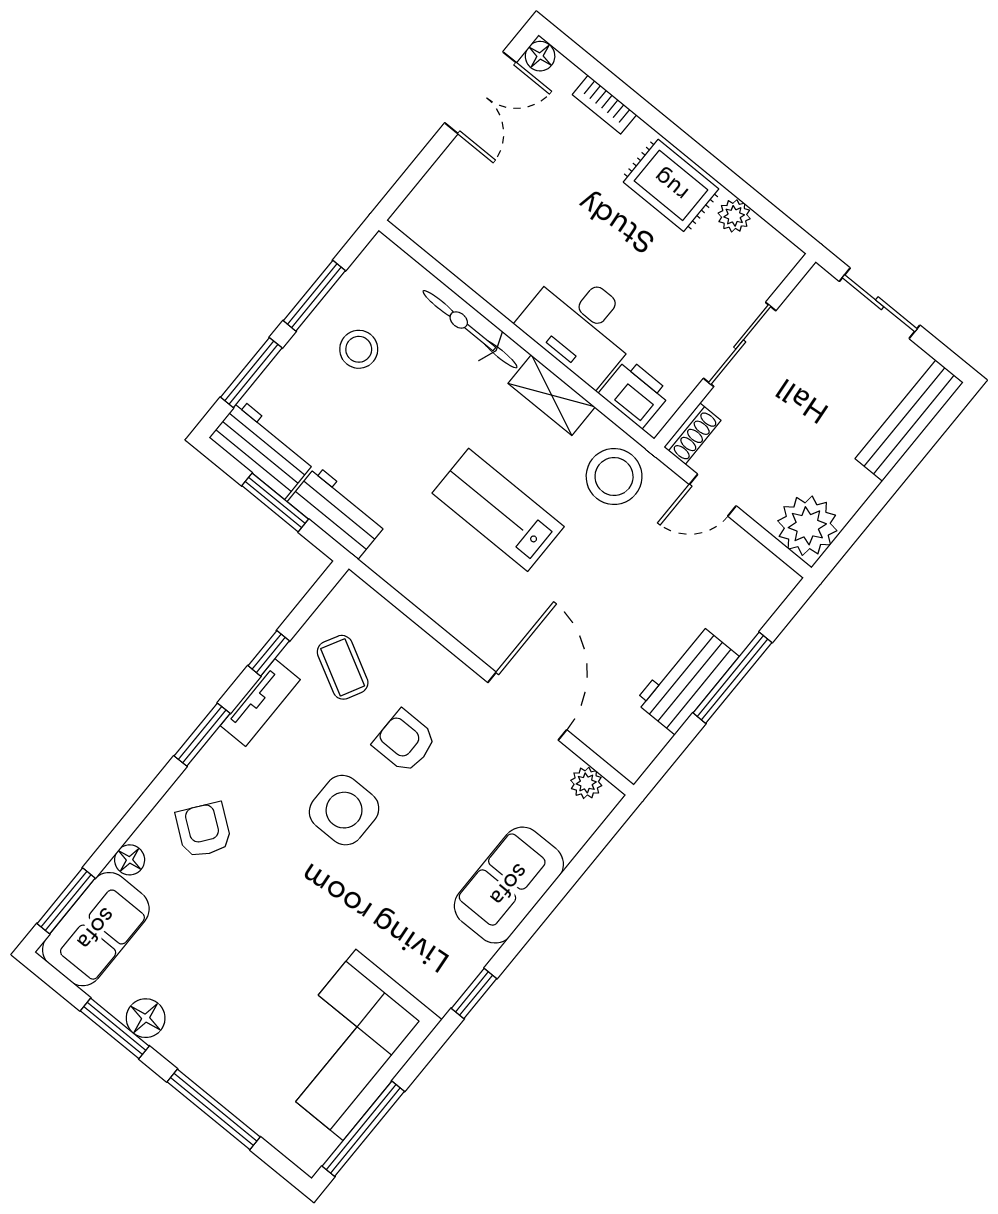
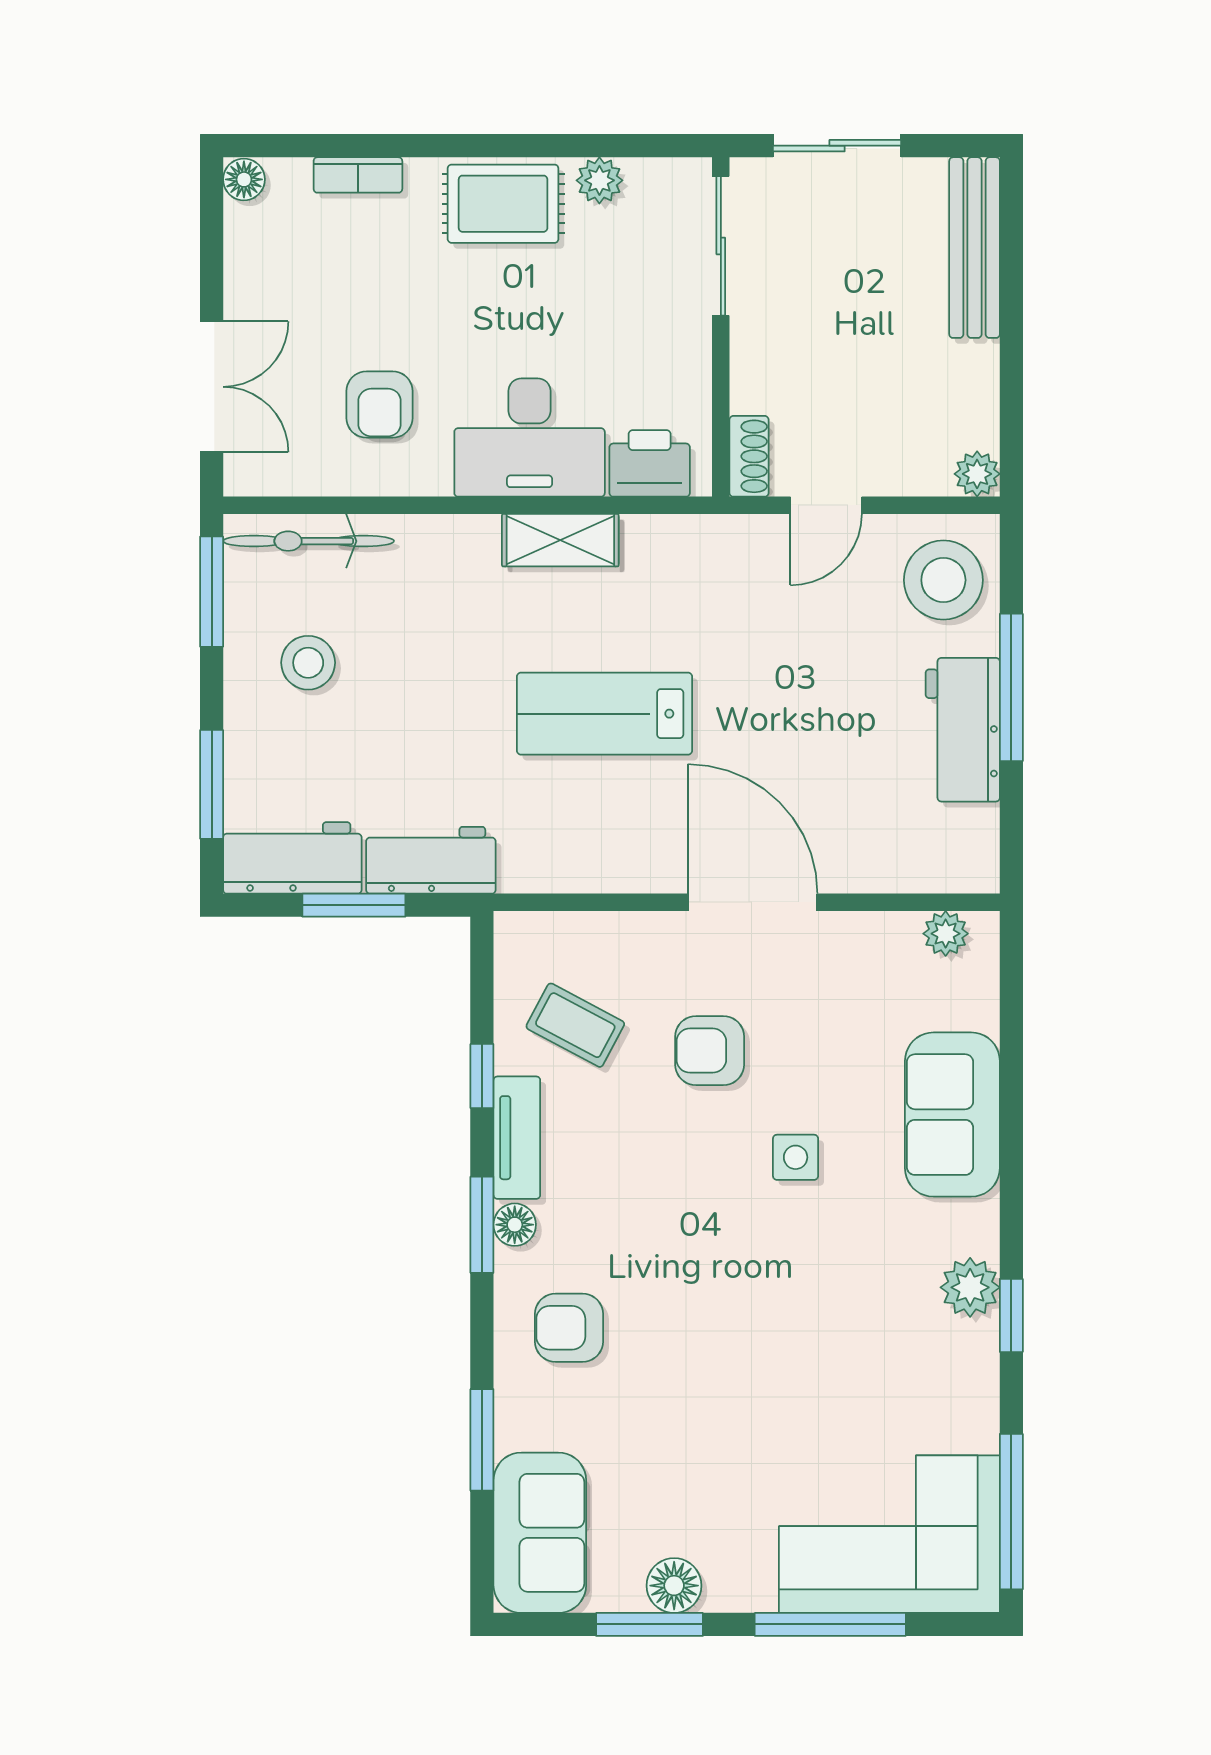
double door: (480, 93) -> (212, 387), moved
armchair: (513, 240) -> (380, 405), added
window: (314, 296) -> (212, 592), moved
bicycle: (470, 329) -> (309, 541), moved
sliding door: (740, 344) -> (721, 246), moved
stool: (614, 477) -> (943, 580), moved
plant: (807, 526) -> (977, 474), width x0.53, depth x0.53
door: (527, 706) -> (753, 902), moved
side table: (344, 810) -> (796, 1157), moved, width x0.54, depth x0.54
armchair: (204, 830) -> (569, 1328), turned -37
floor lamp: (130, 860) -> (515, 1225), moved
window: (66, 901) -> (482, 1440), moved
plant: (441, 988) -> (970, 1287), added
window: (474, 993) -> (1011, 1315), moved
corner sofa: (349, 1045) -> (889, 1534), moved, turned 90

